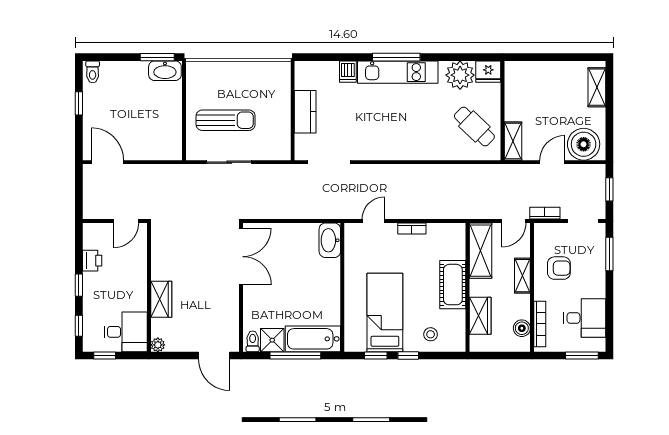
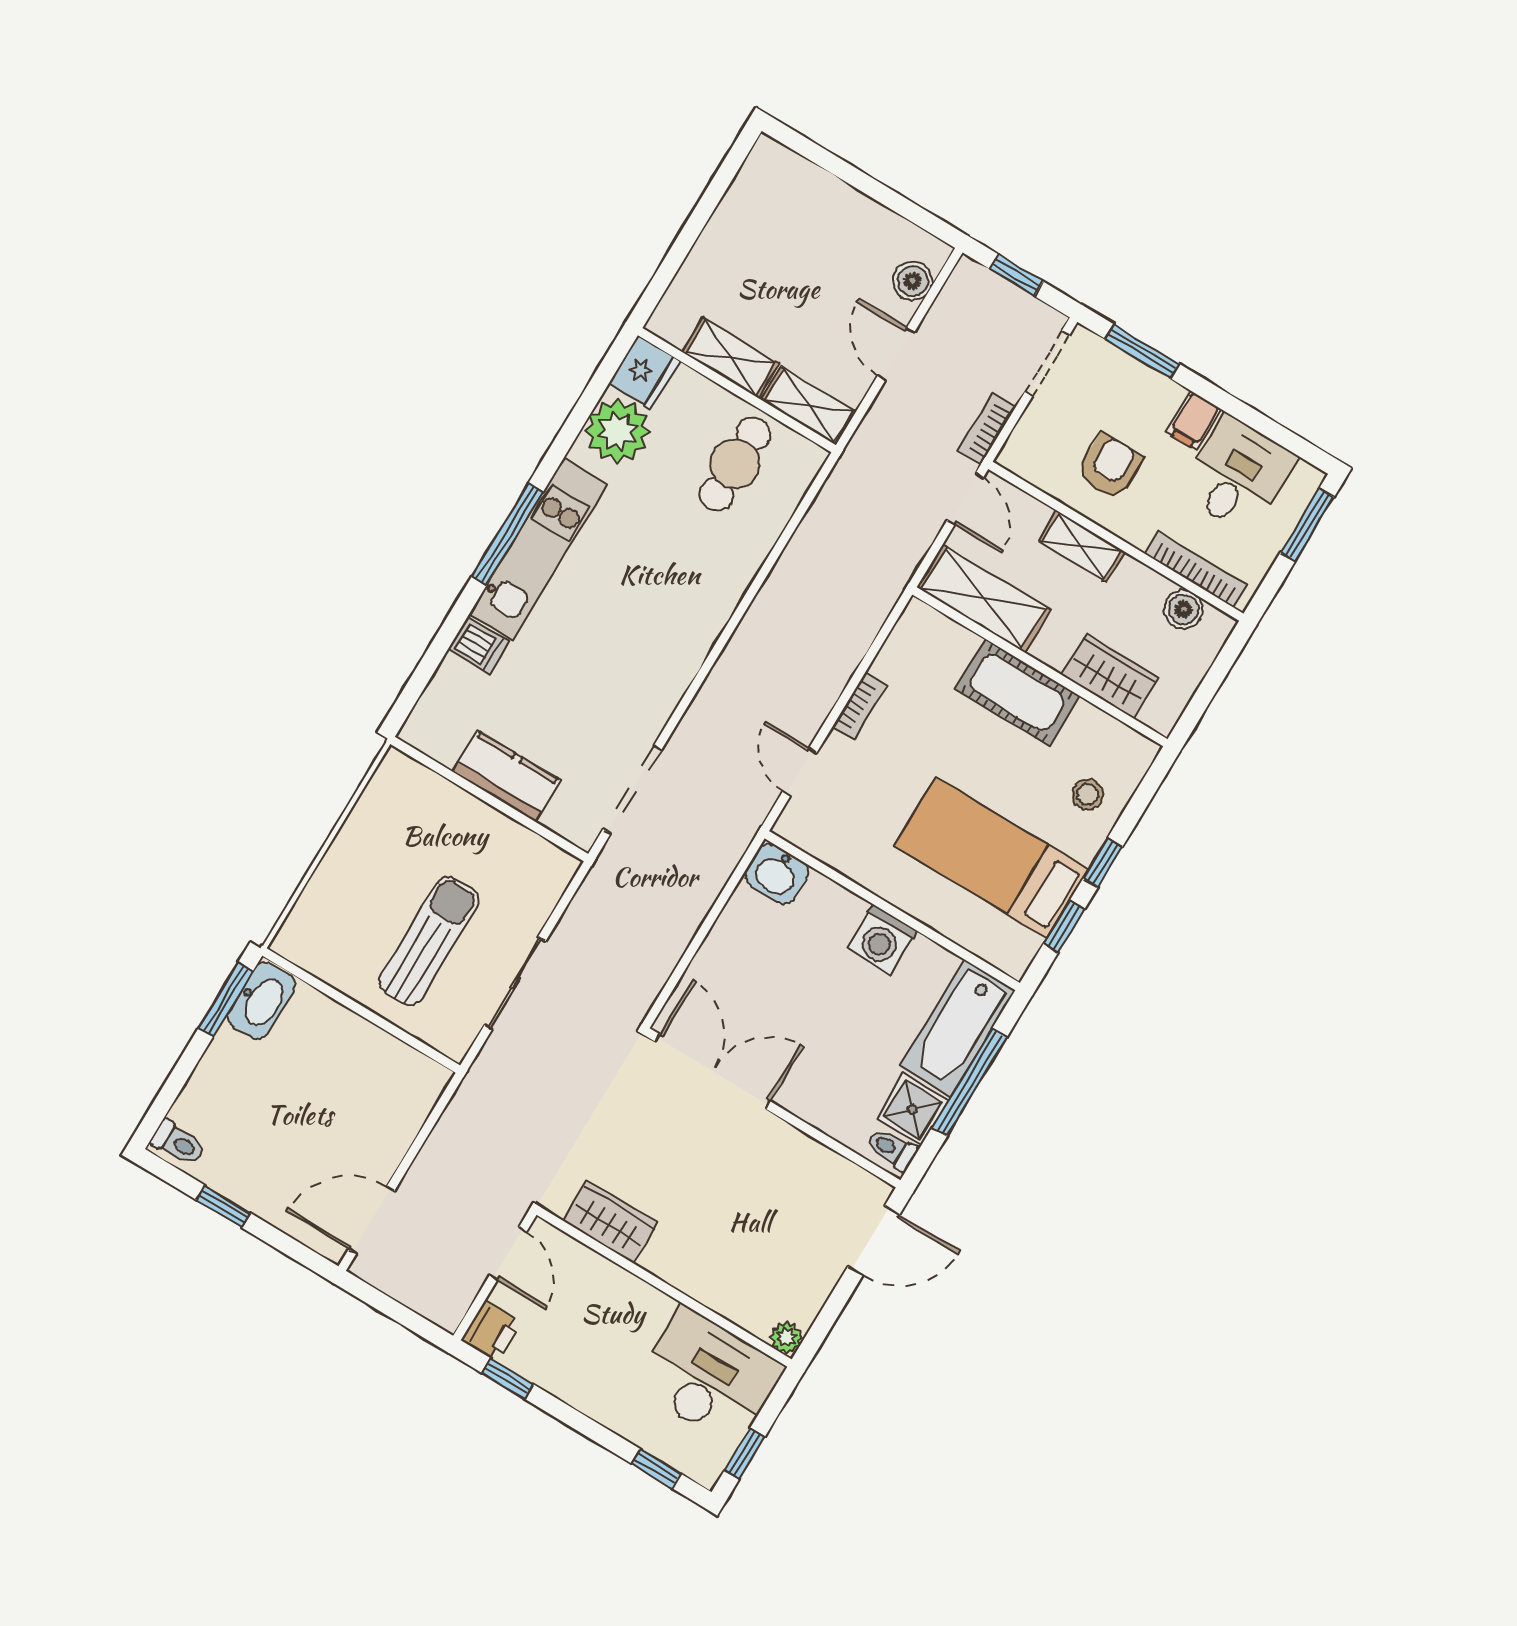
shelving: (597, 87) -> (730, 358), moved
cafe table: (474, 127) -> (735, 464), turned -44
boiler: (584, 144) -> (912, 281), width x0.54, depth x0.54
washbasin: (330, 240) -> (776, 874), width x0.72
printer: (92, 261) -> (491, 1331), moved, turned 90
window: (79, 285) -> (508, 1379), moved
filing cabinet: (595, 289) -> (1194, 420), added
washing machine: (329, 290) -> (882, 940), added
wardrobe: (161, 299) -> (611, 1222), moved
desk: (126, 332) -> (709, 1376), width x1.37

